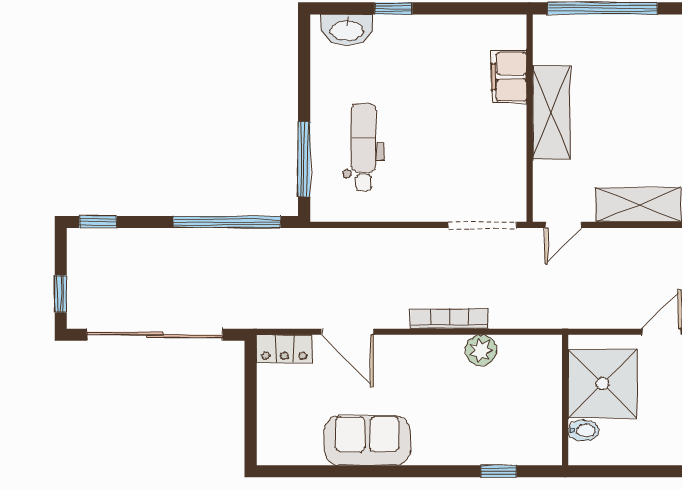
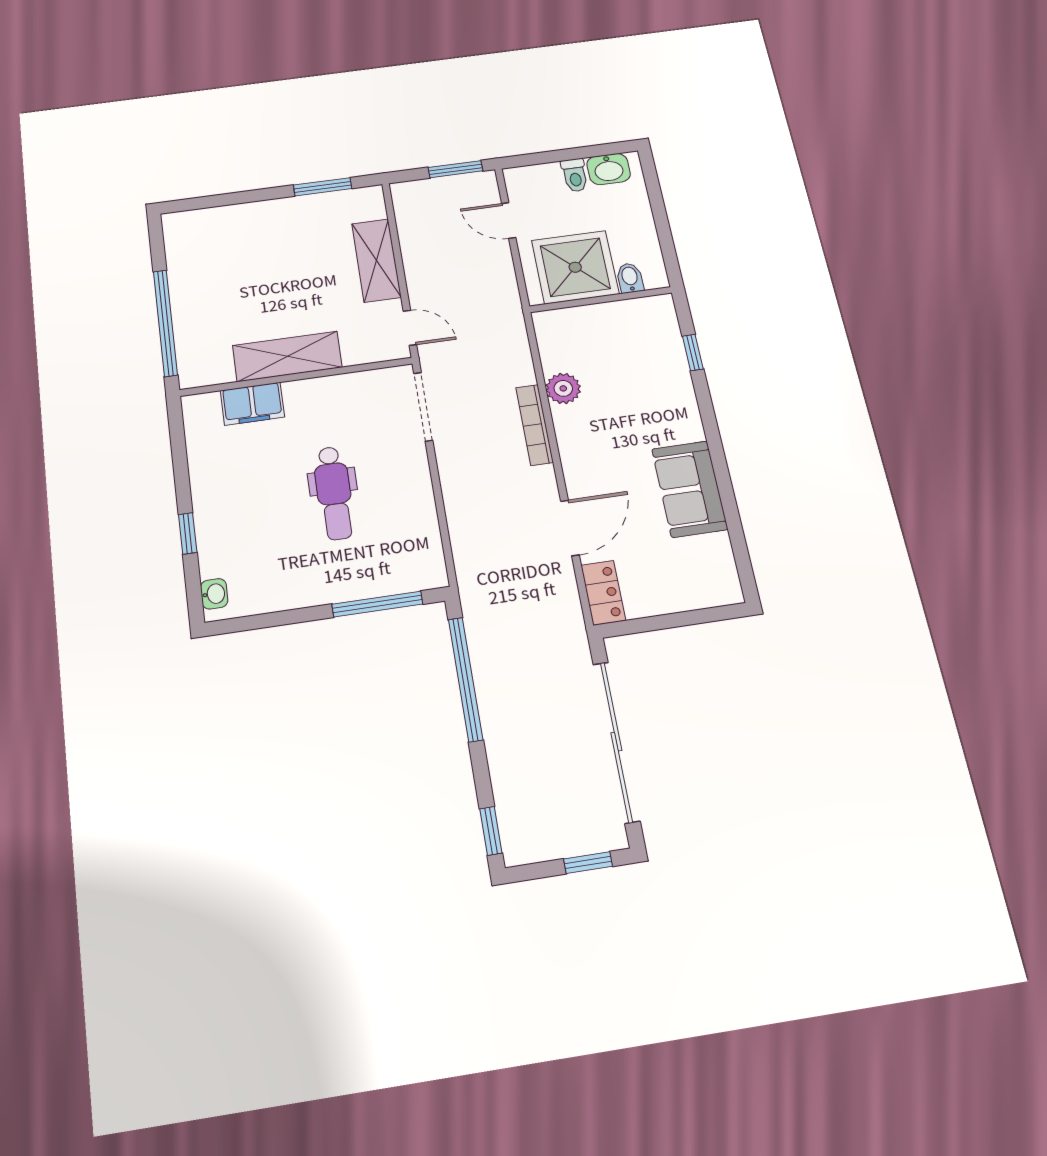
washbasin: (347, 30) -> (214, 594), width x0.52, depth x0.69
dental chair: (363, 147) -> (334, 493), moved, turned -90

